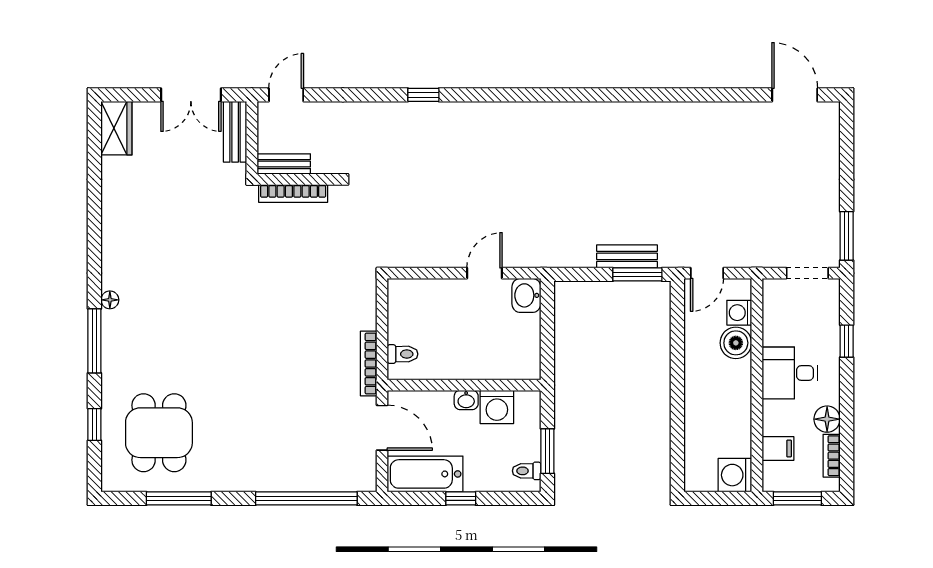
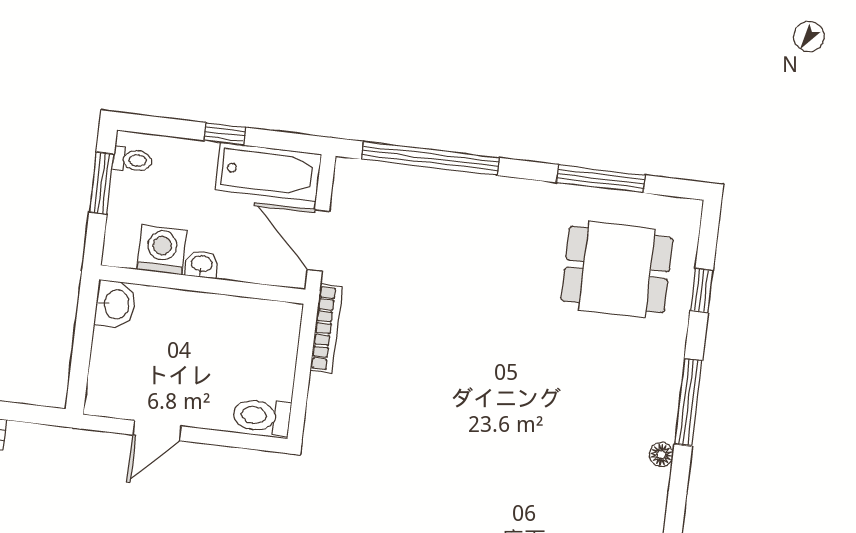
washbasin: (526, 295) -> (115, 304), moved
toilet: (402, 354) -> (262, 416), moved, width x1.37, depth x1.39
dining table: (159, 433) -> (617, 269), turned 90

